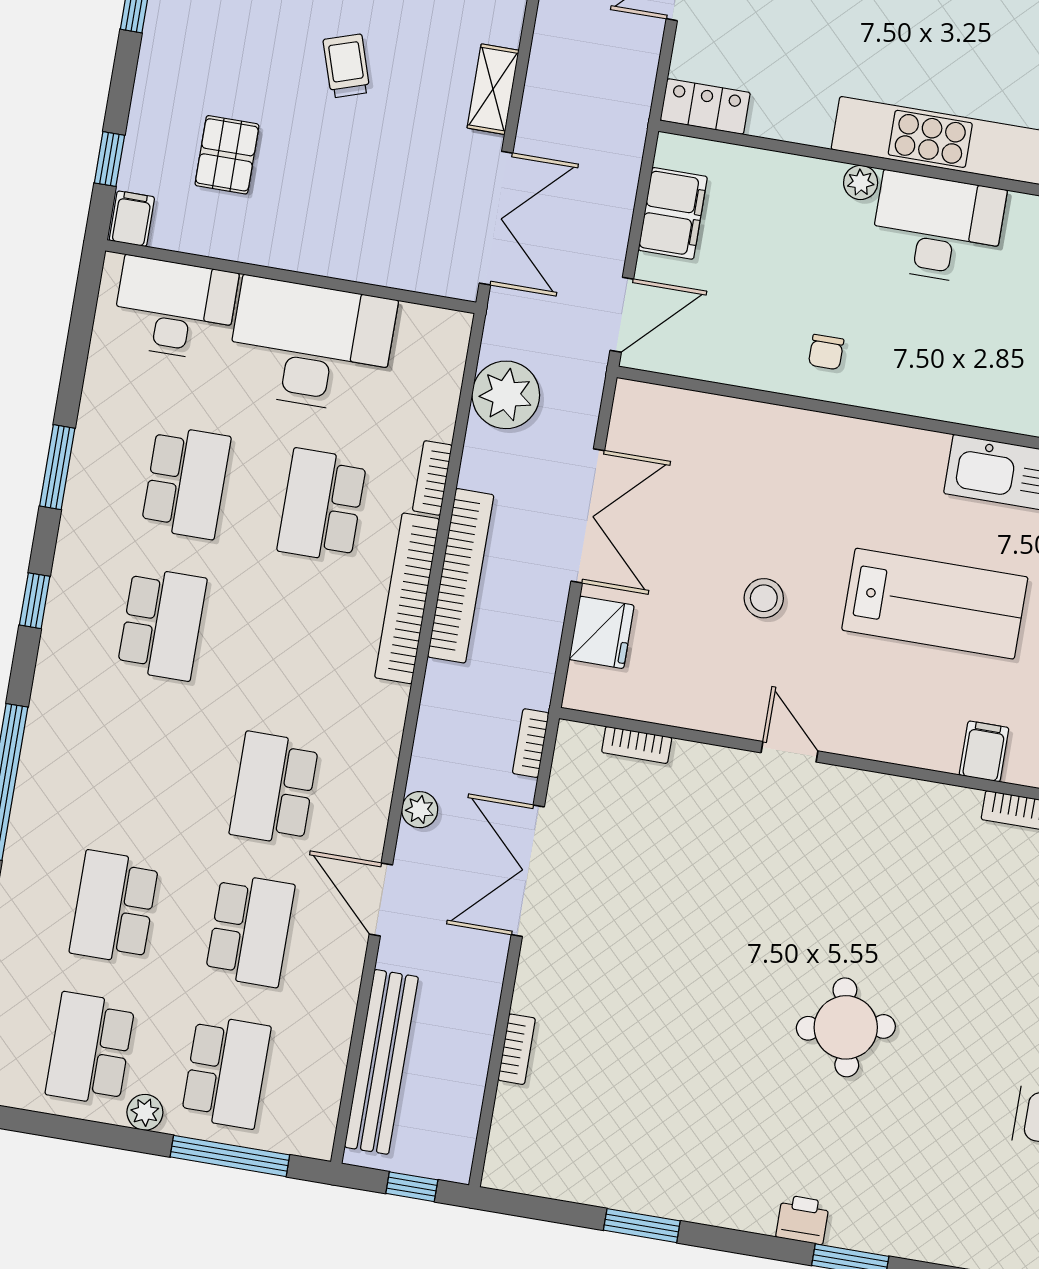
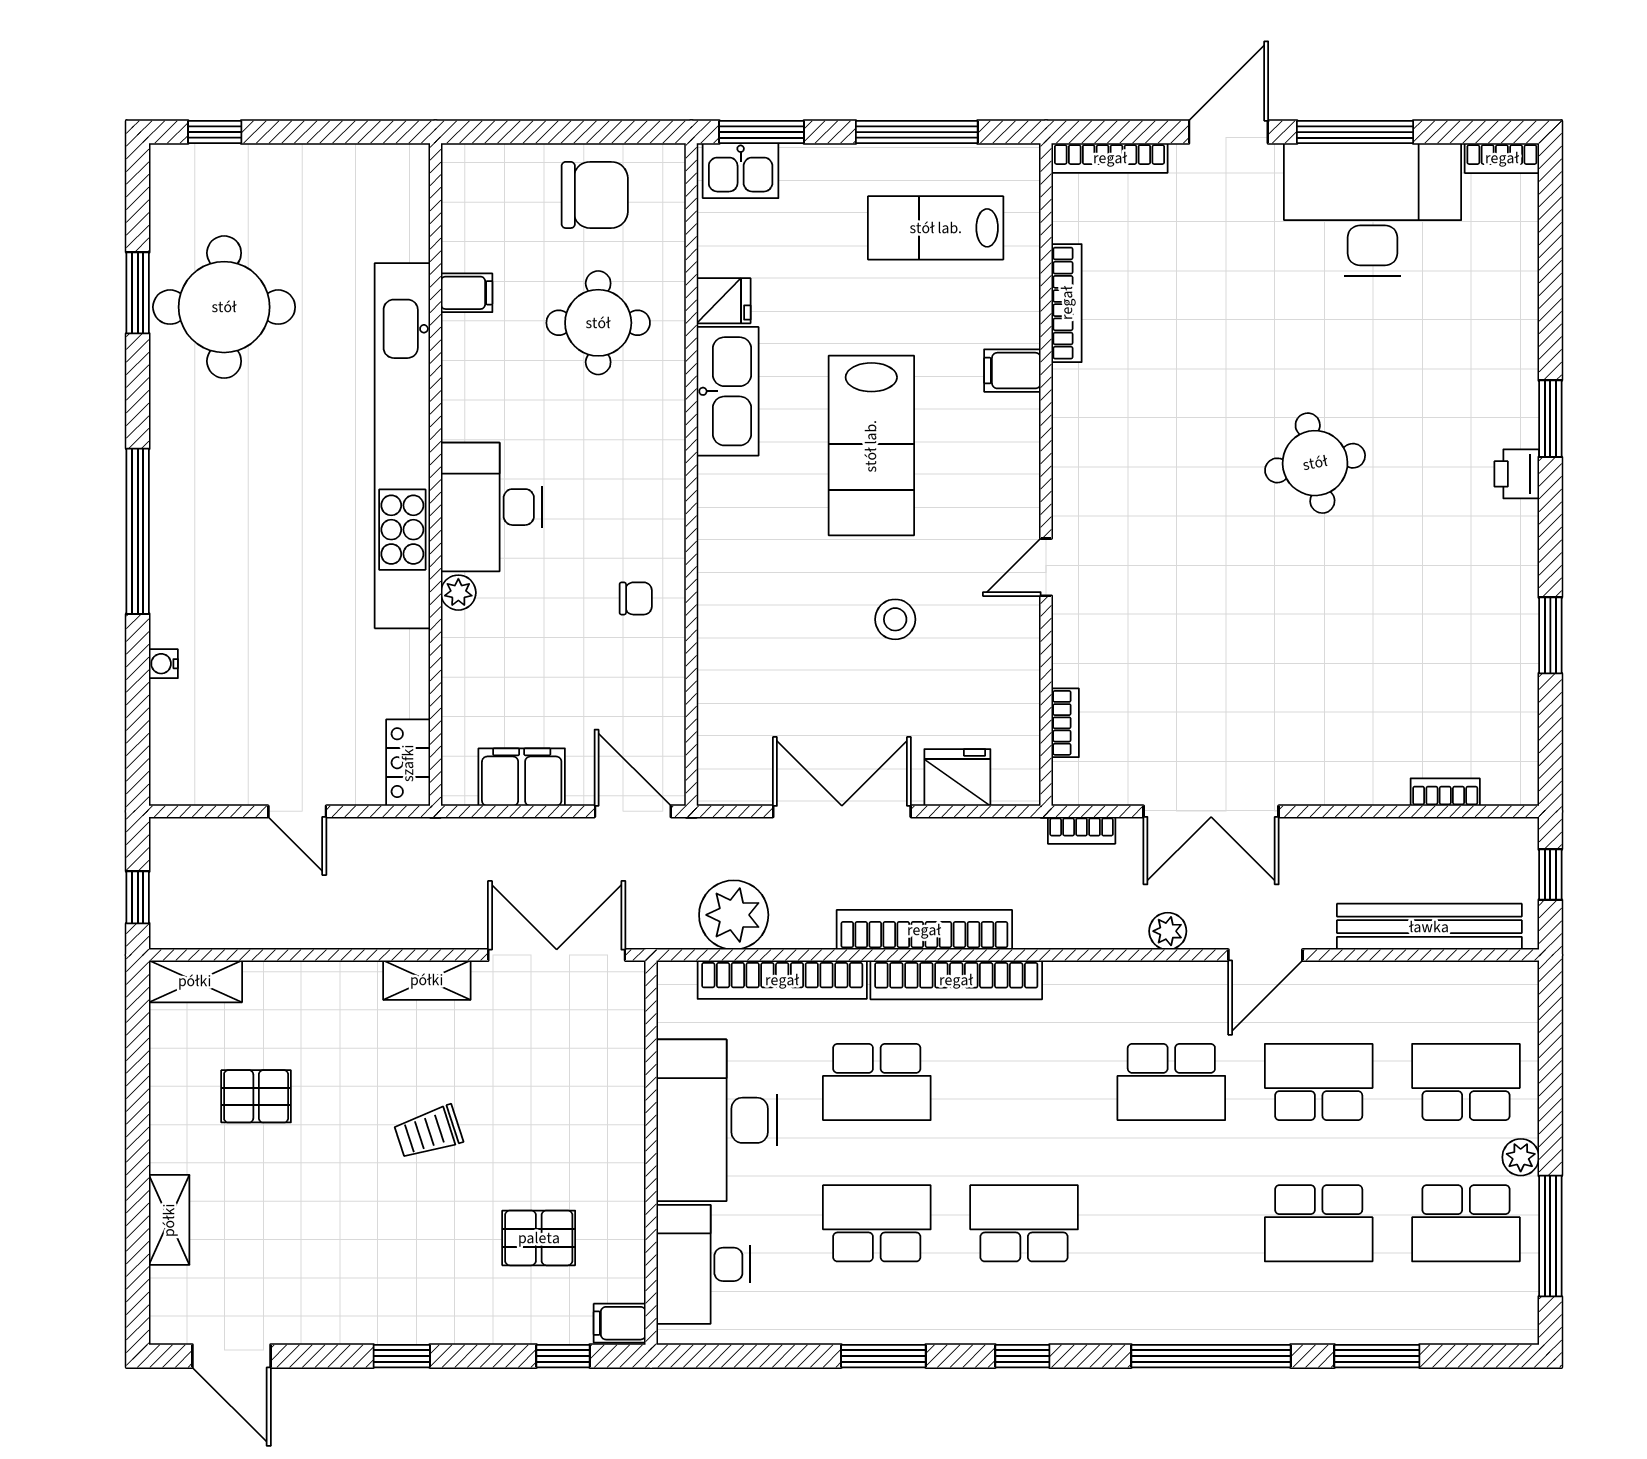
bookcase: (432, 478) -> (782, 980), width x2.31, depth x1.31
lab bench: (935, 604) -> (871, 446), turned 180
bookcase: (517, 1049) -> (1445, 792), moved
window: (230, 1156) -> (1550, 1236), moved

